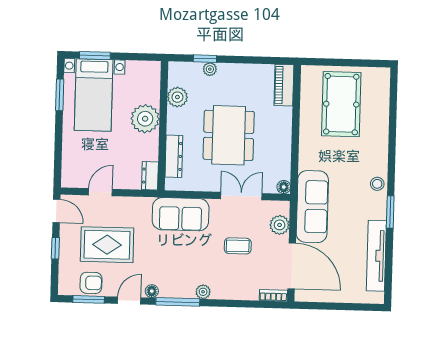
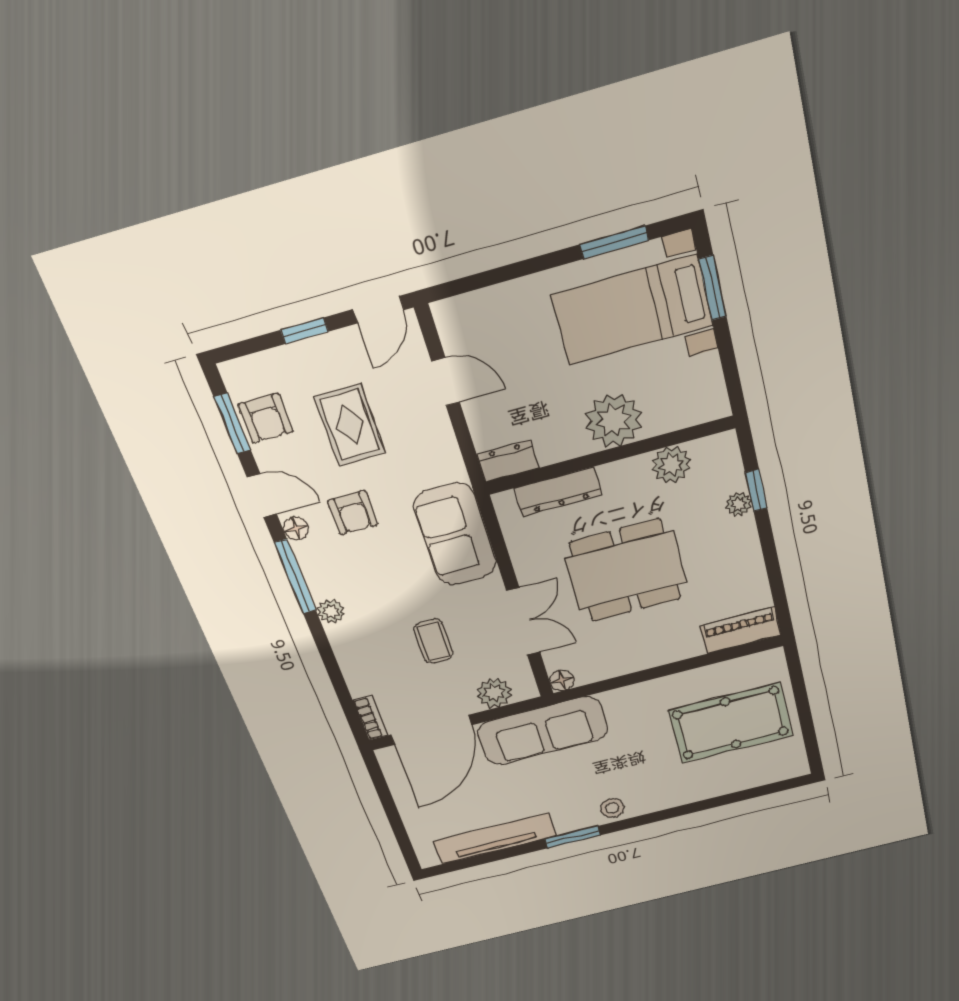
rug: (107, 245) -> (350, 425), width x0.73, depth x0.70
armchair: (152, 260) -> (353, 513), added

